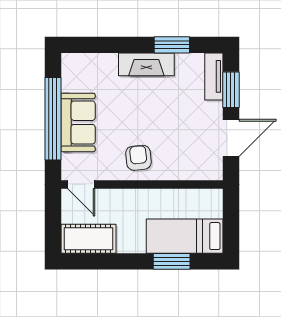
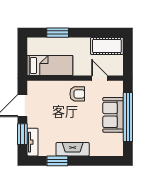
armchair: (138, 158) -> (77, 94), turned -84
door: (81, 184) -> (100, 78), moved
bed: (185, 236) -> (50, 66), moved

